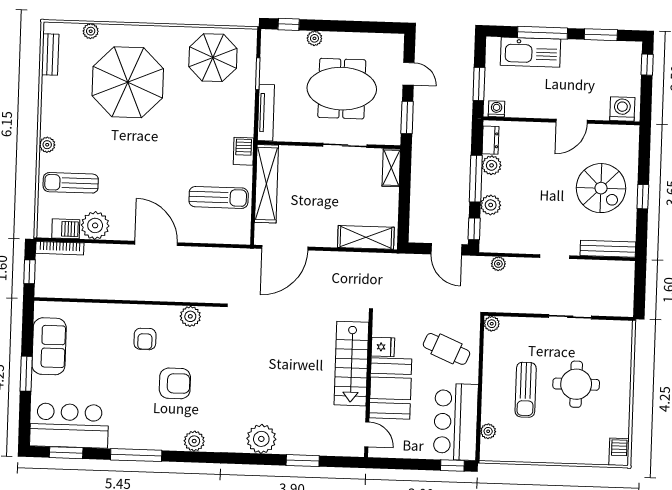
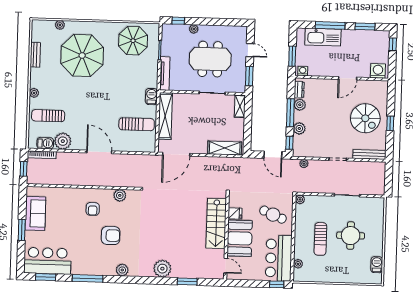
bench: (50, 54) -> (35, 55), moved
barbecue: (619, 452) -> (377, 265), moved

